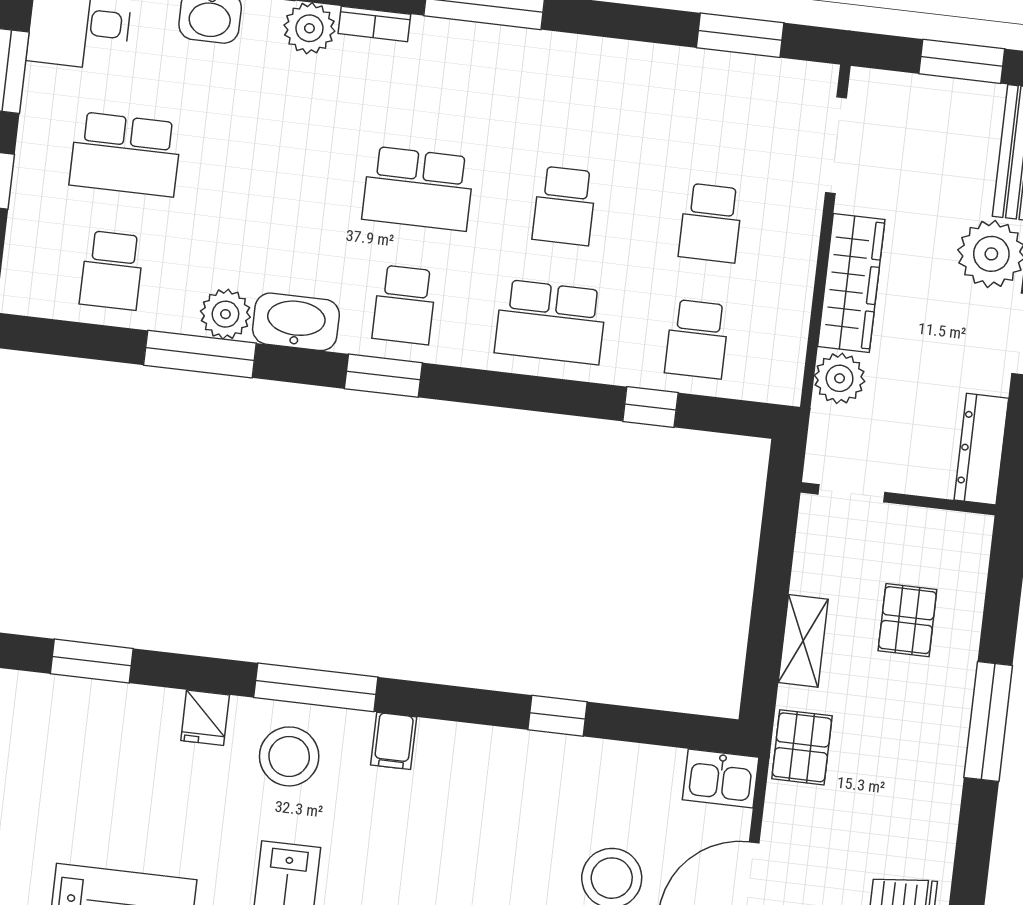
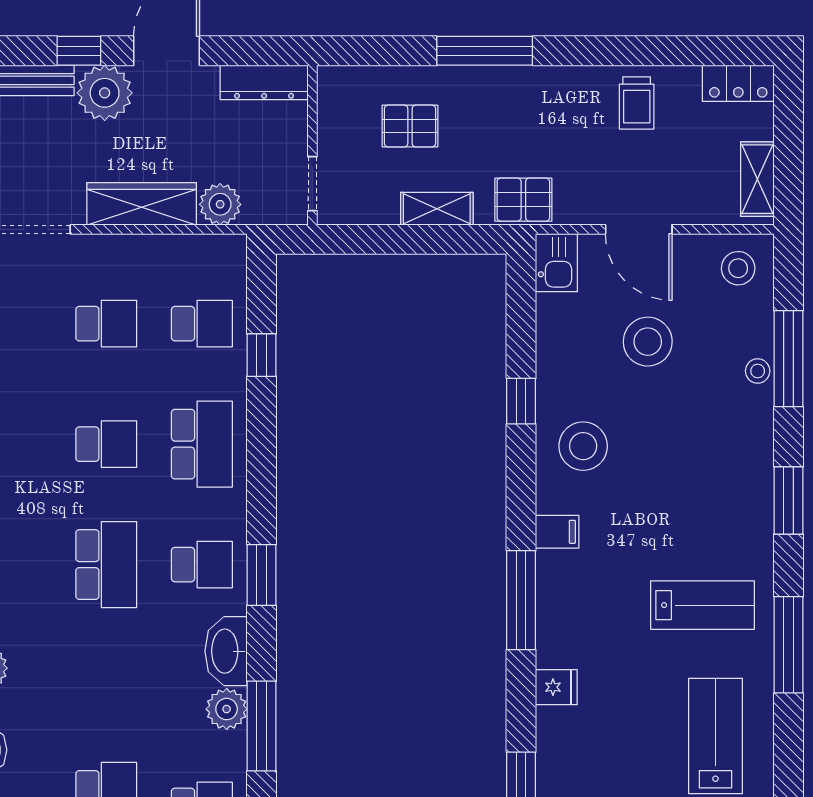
stool: (289, 756) -> (583, 446), moved

